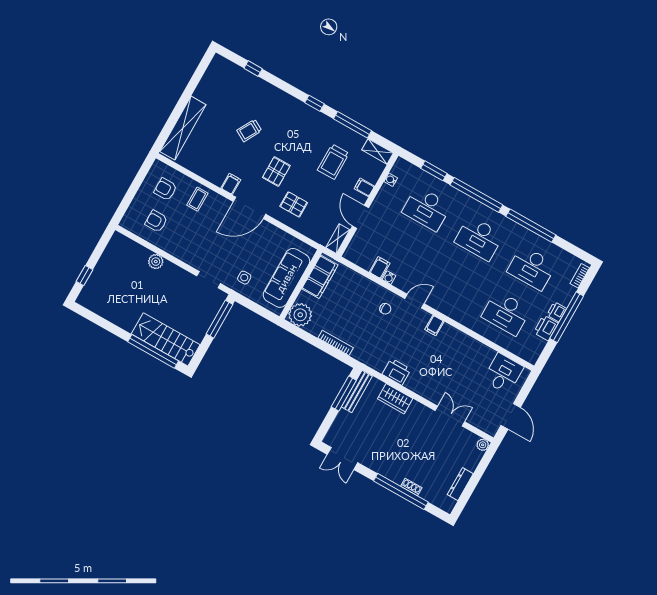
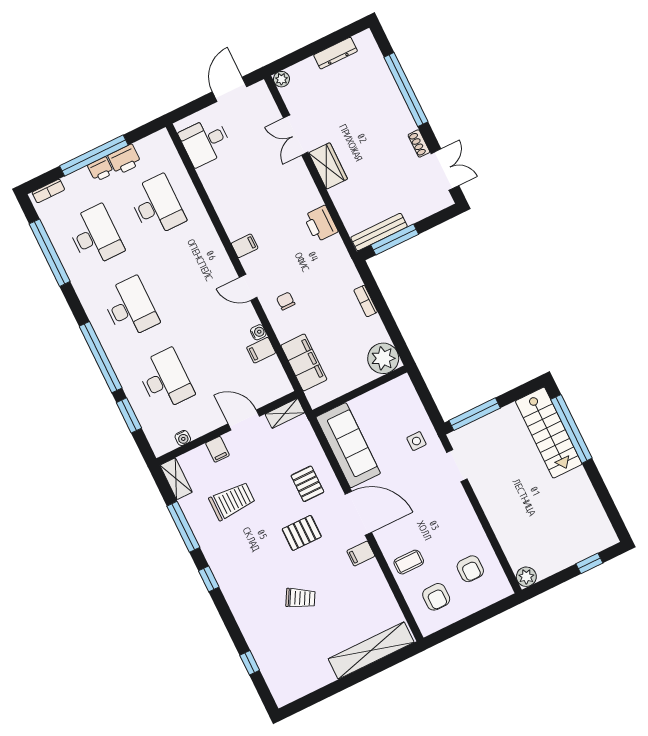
door: (361, 217) -> (244, 420), swing flipped
window: (531, 226) -> (50, 253), moved
plant: (156, 262) -> (526, 577), moved
filing cabinet: (320, 277) -> (304, 362), moved, turned 90
sofa: (286, 278) -> (348, 445), moved, turned -90
bookcase: (336, 343) -> (366, 301), width x0.64
wardrobe: (395, 399) -> (328, 166), moved
shoe rack: (411, 487) -> (419, 143), moved

